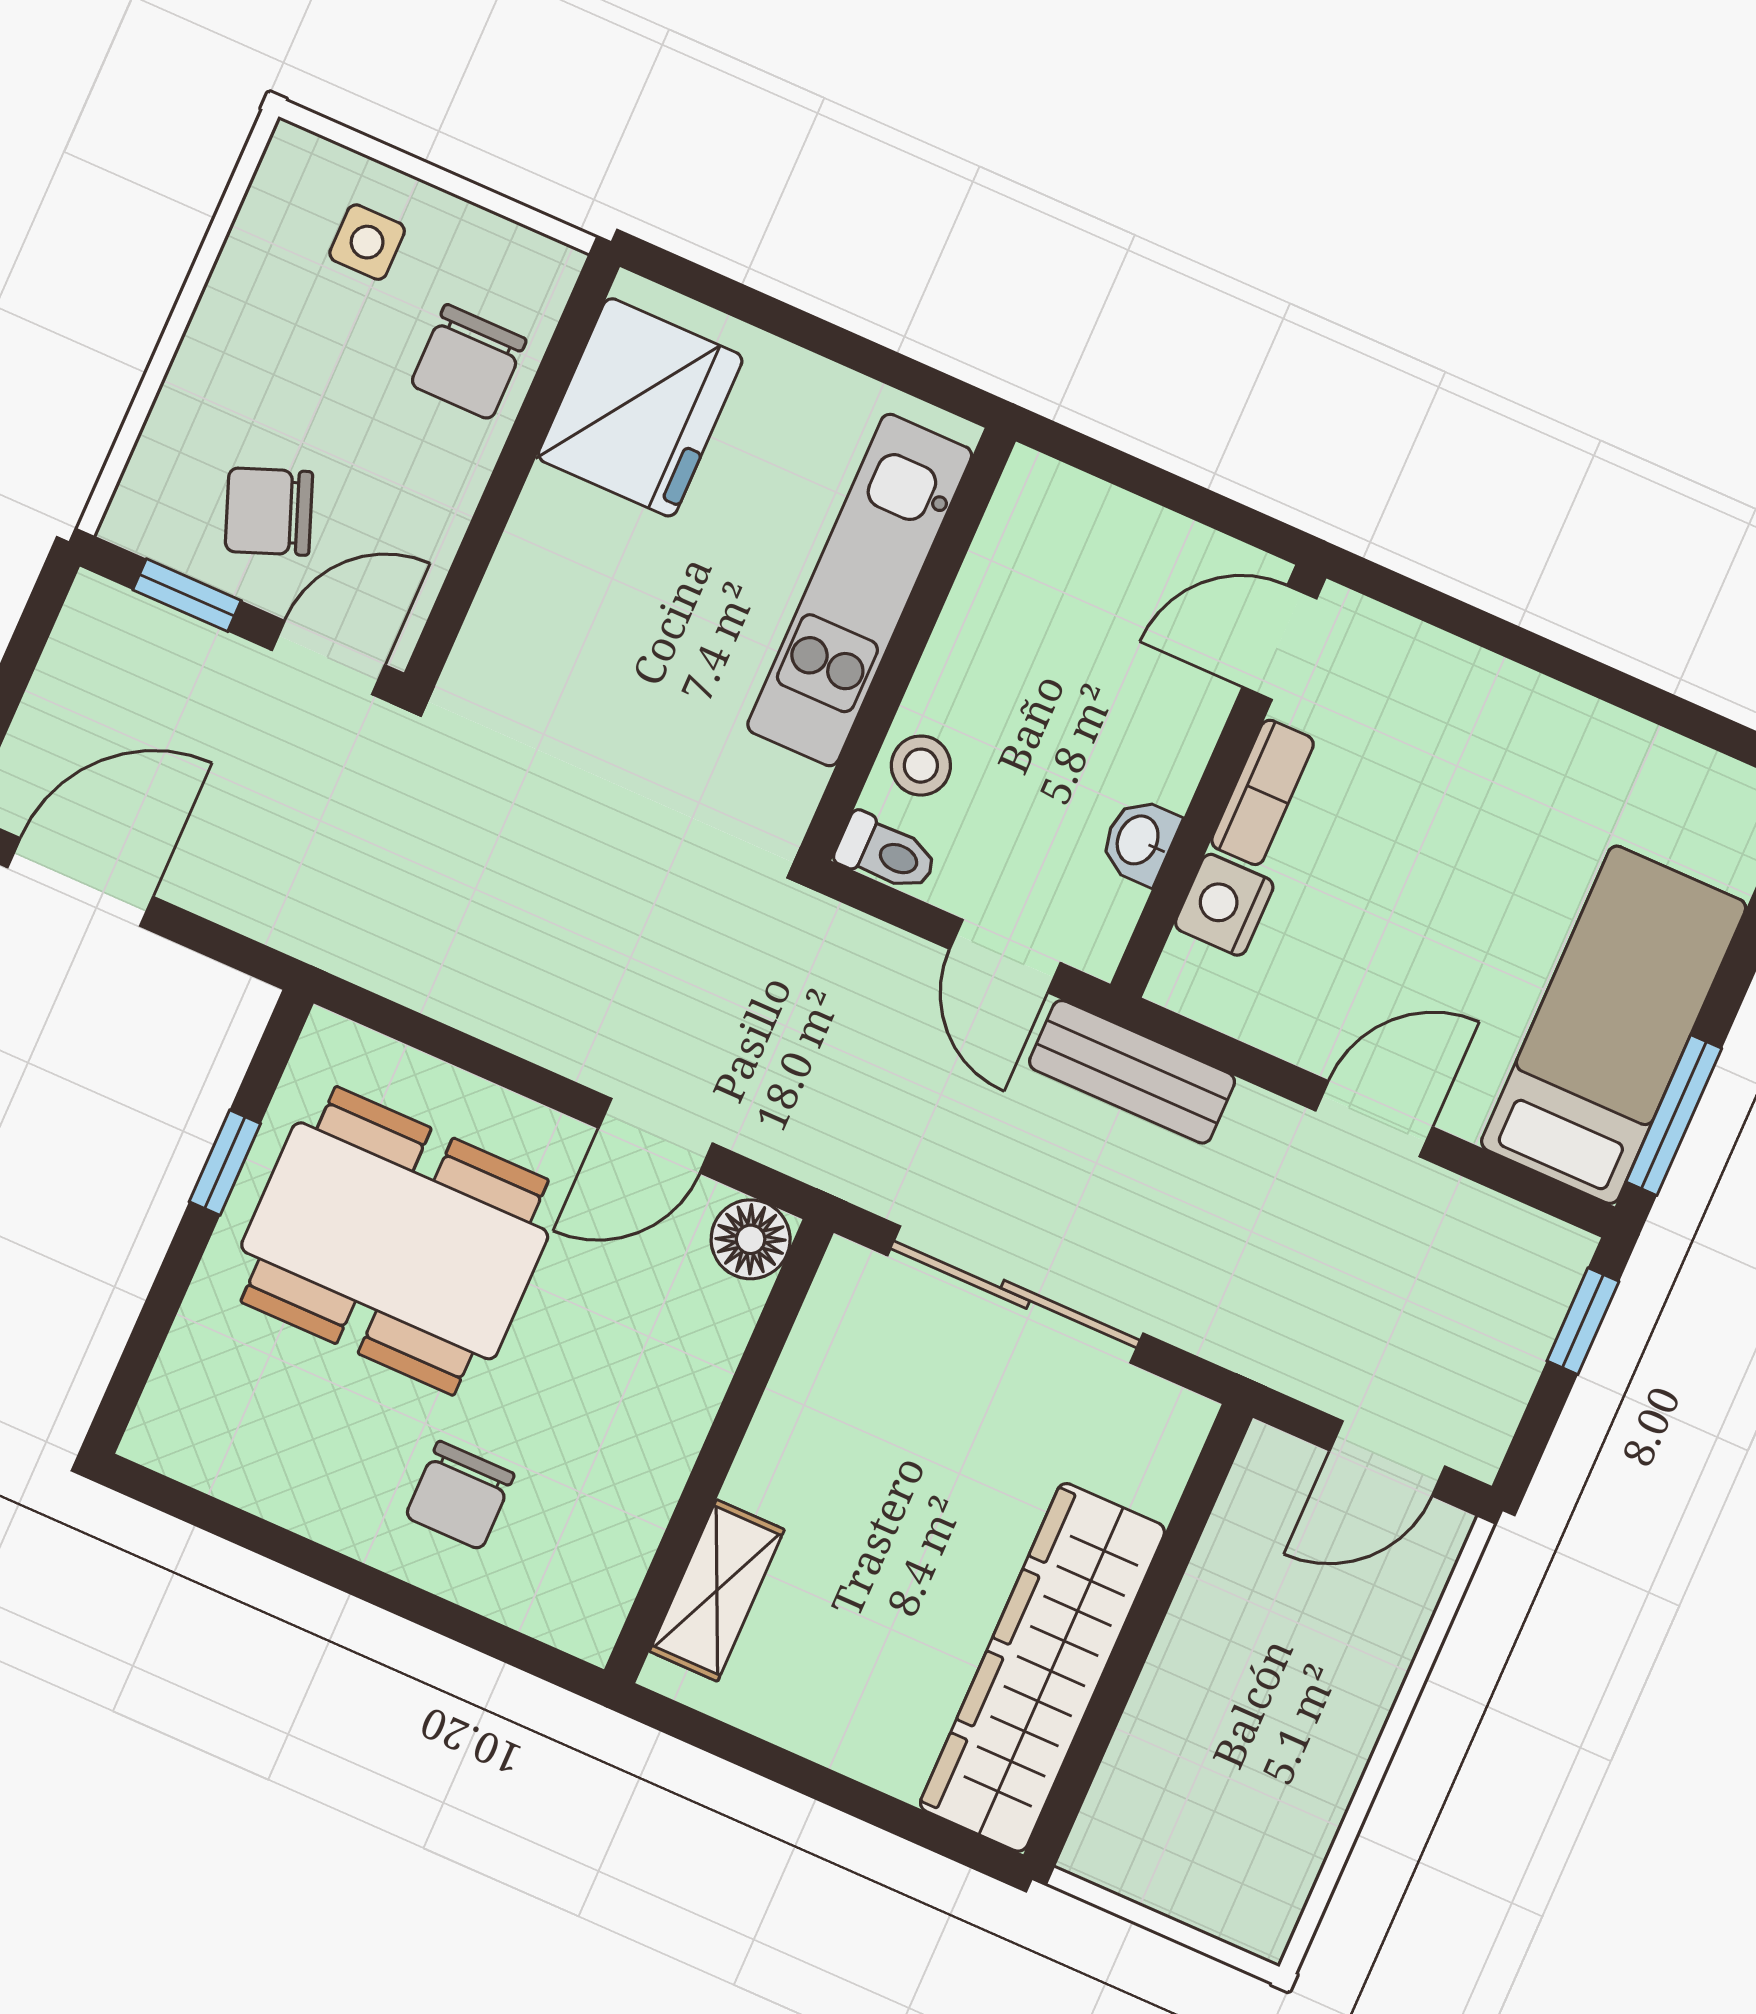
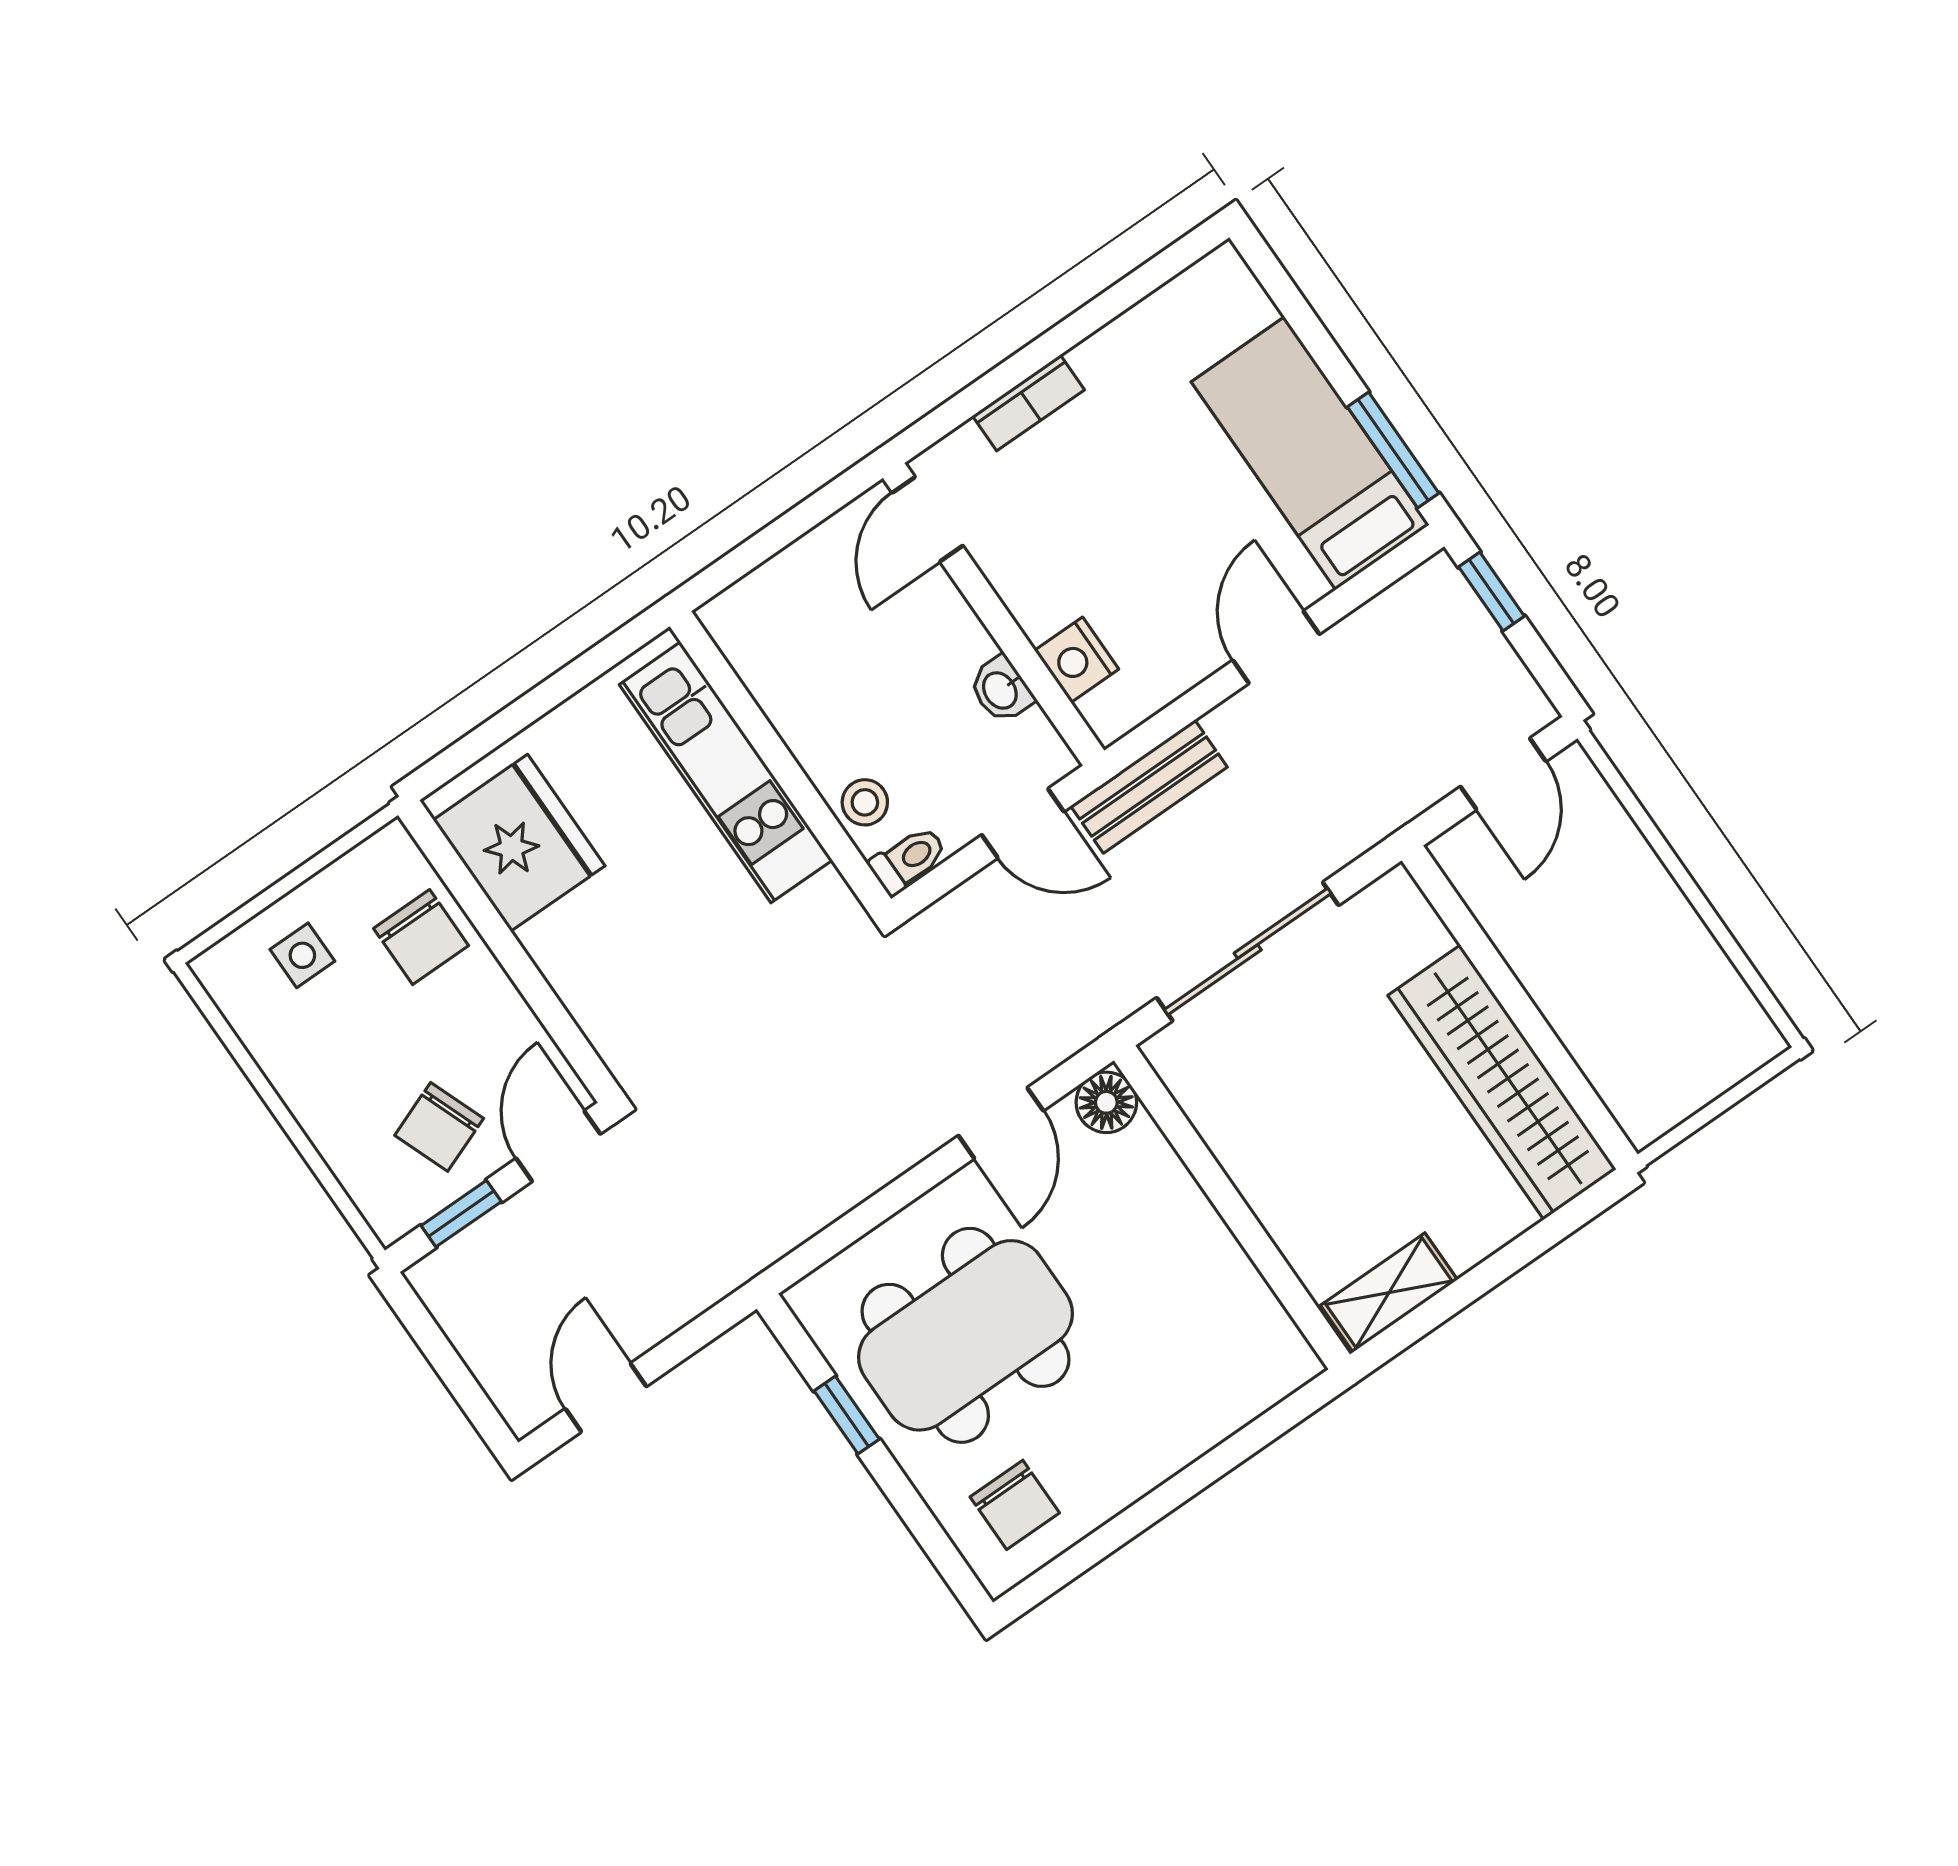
bookcase: (1263, 792) -> (1028, 403), moved, turned 90
door: (80, 882) -> (606, 1398), width x0.73
chair: (460, 1495) -> (1015, 1505), moved
shelving: (717, 1590) -> (1389, 1293), moved, turned 90

